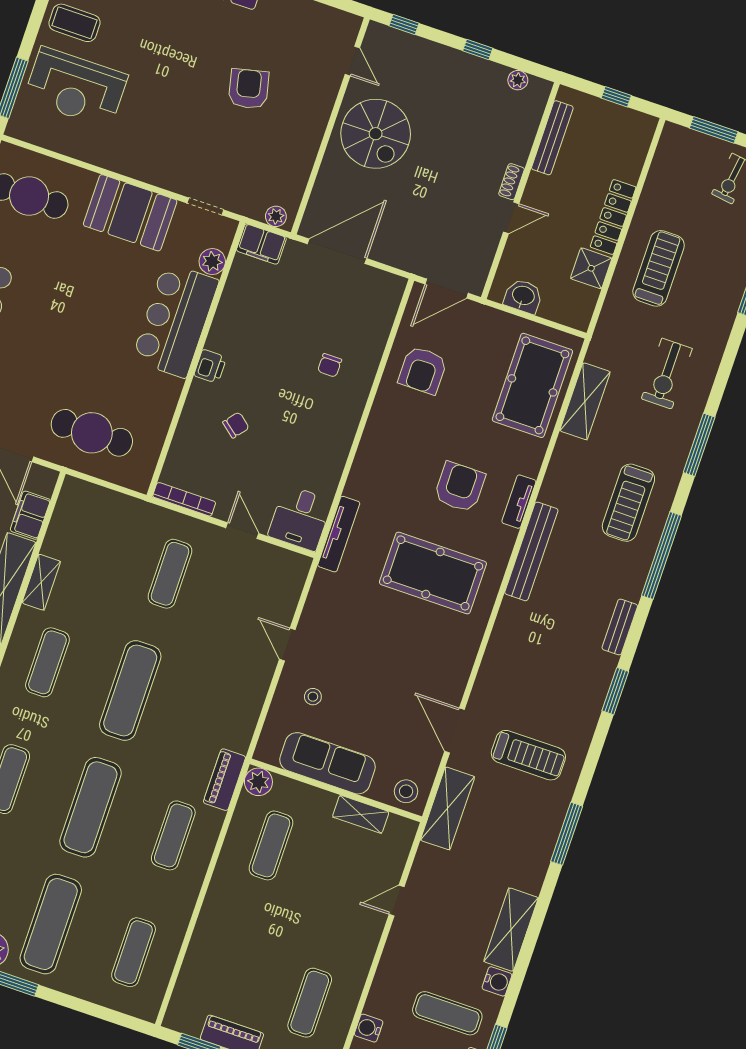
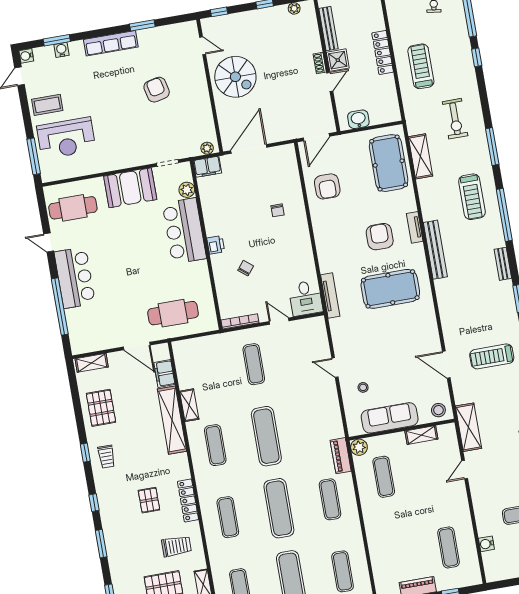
shower: (591, 268) -> (338, 60), moved
treadmill: (528, 755) -> (492, 356), turned 180
shelving: (448, 808) -> (468, 427), moved

